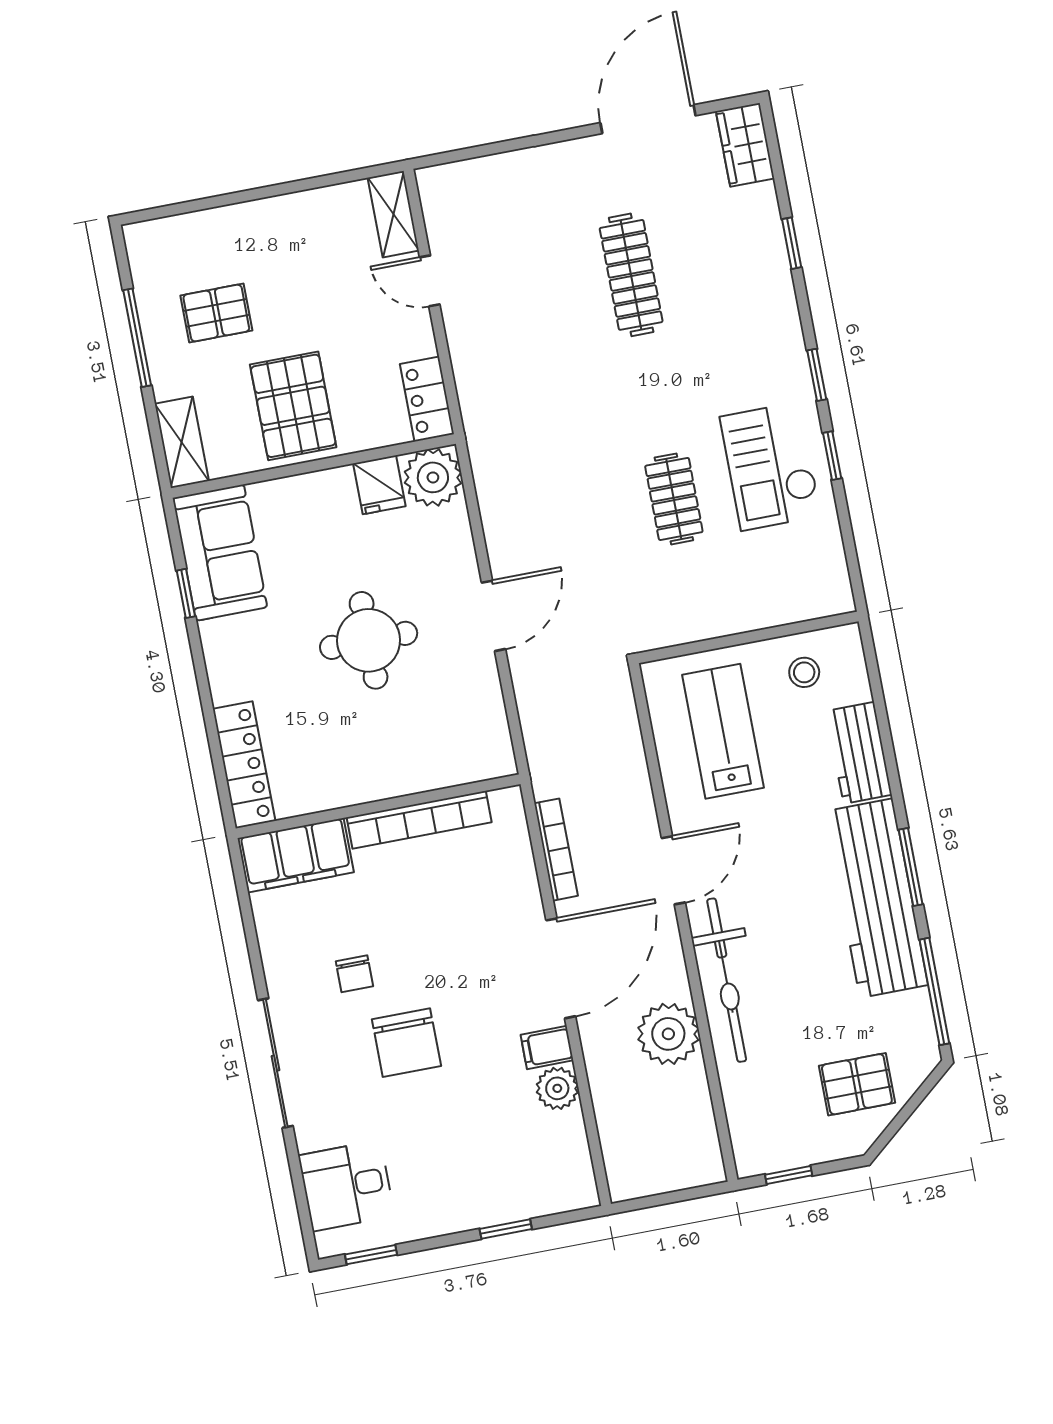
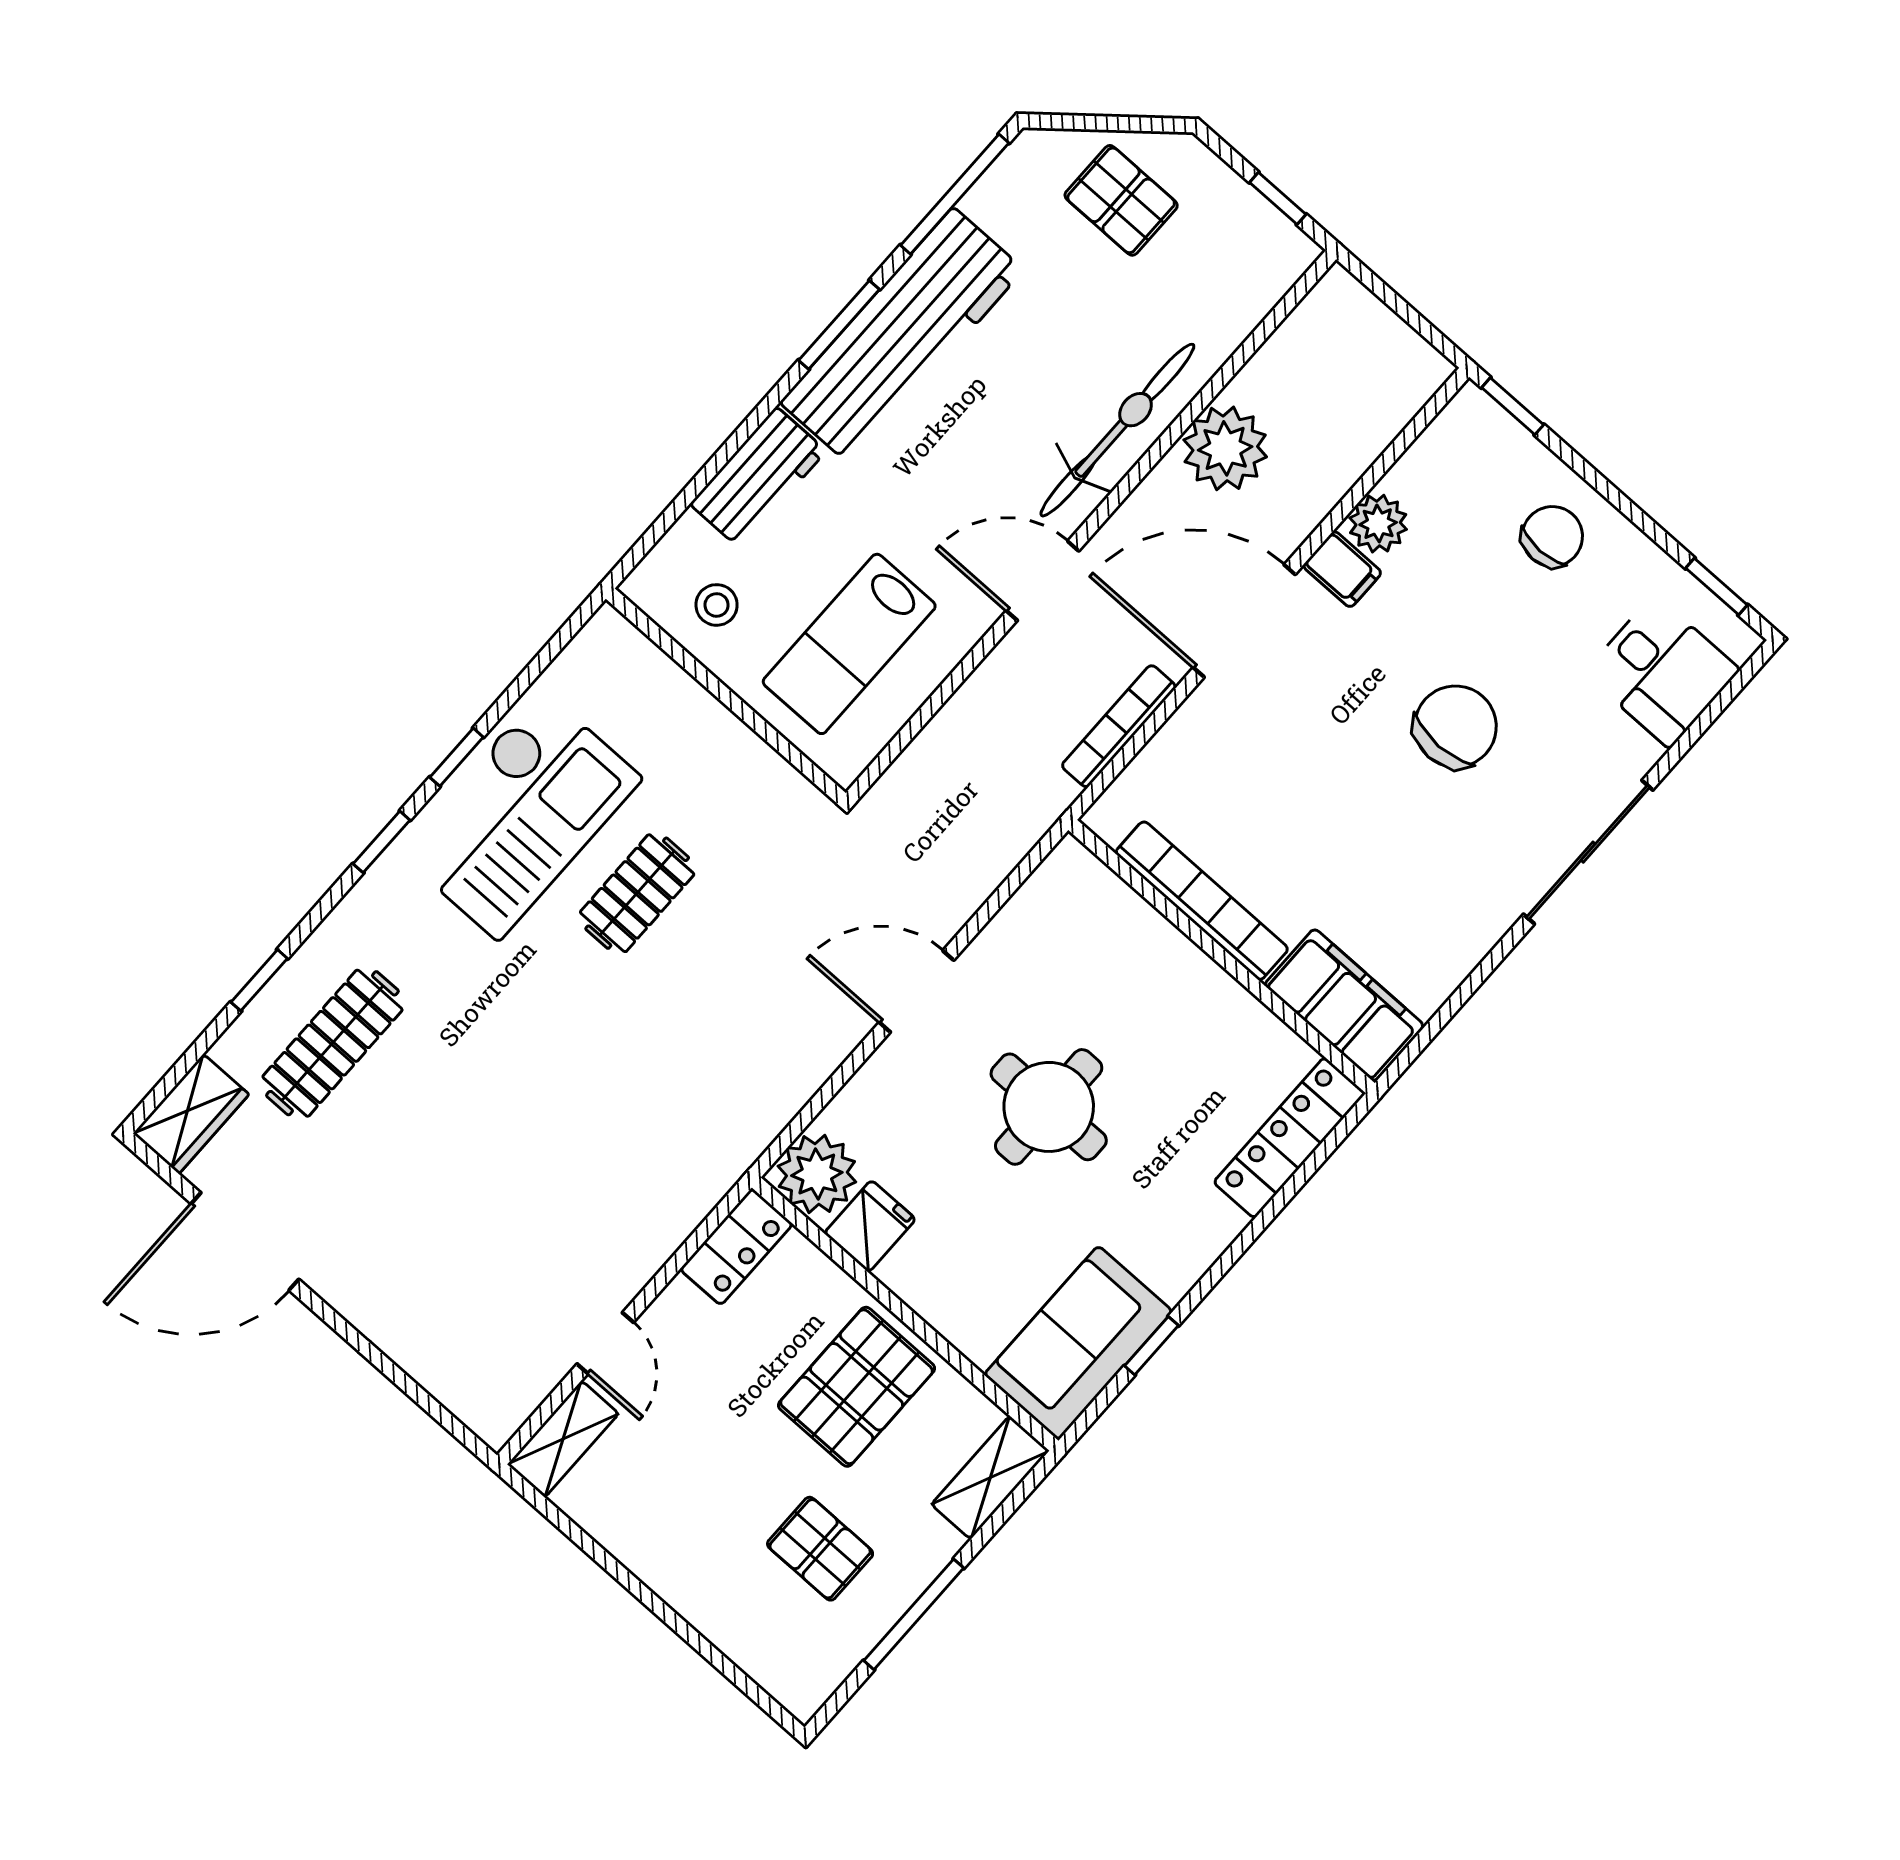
clothes rail: (631, 275) -> (332, 1043), moved
checkout: (771, 466) -> (520, 815), width x1.36, depth x1.21
chair: (354, 974) -> (1552, 536), moved, width x1.37, depth x1.37
window: (506, 1229) -> (1513, 406), moved

